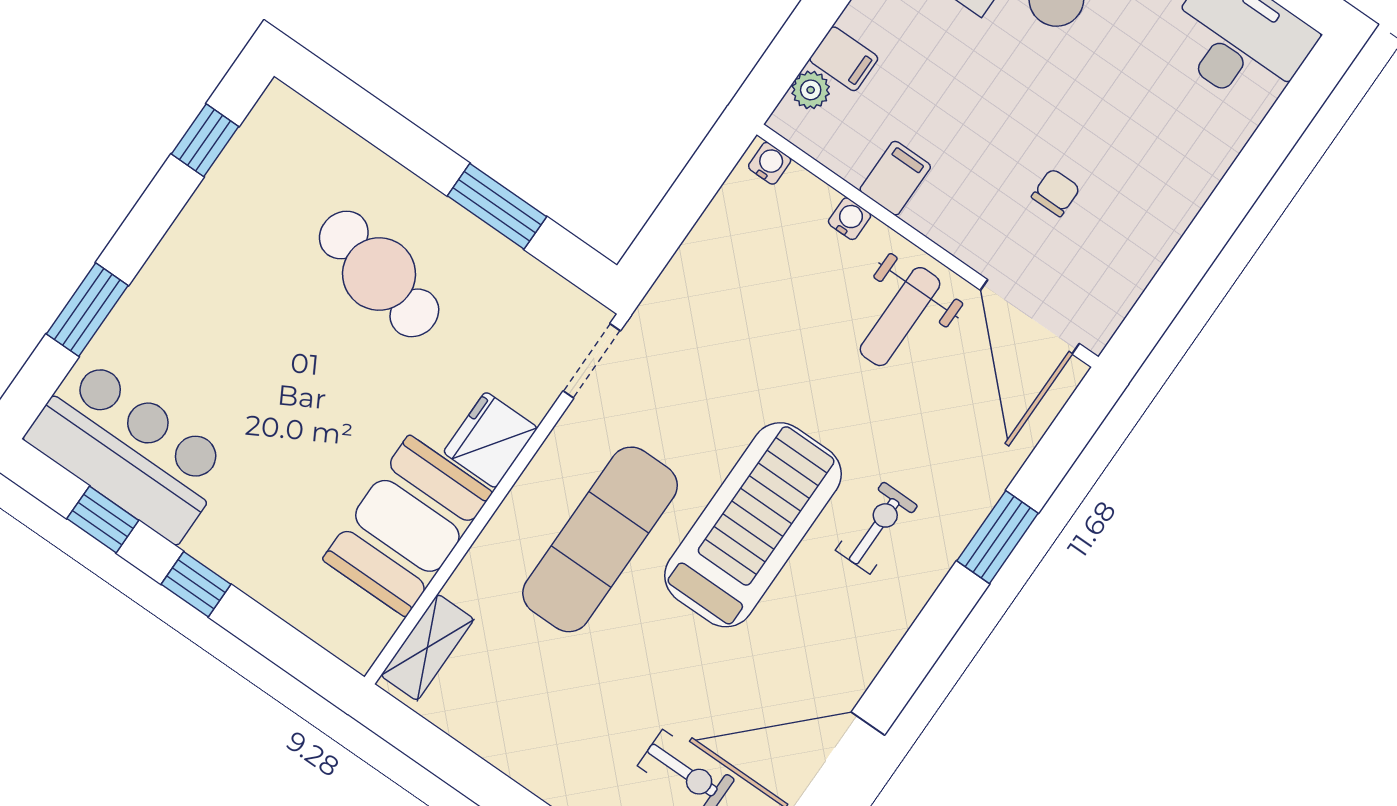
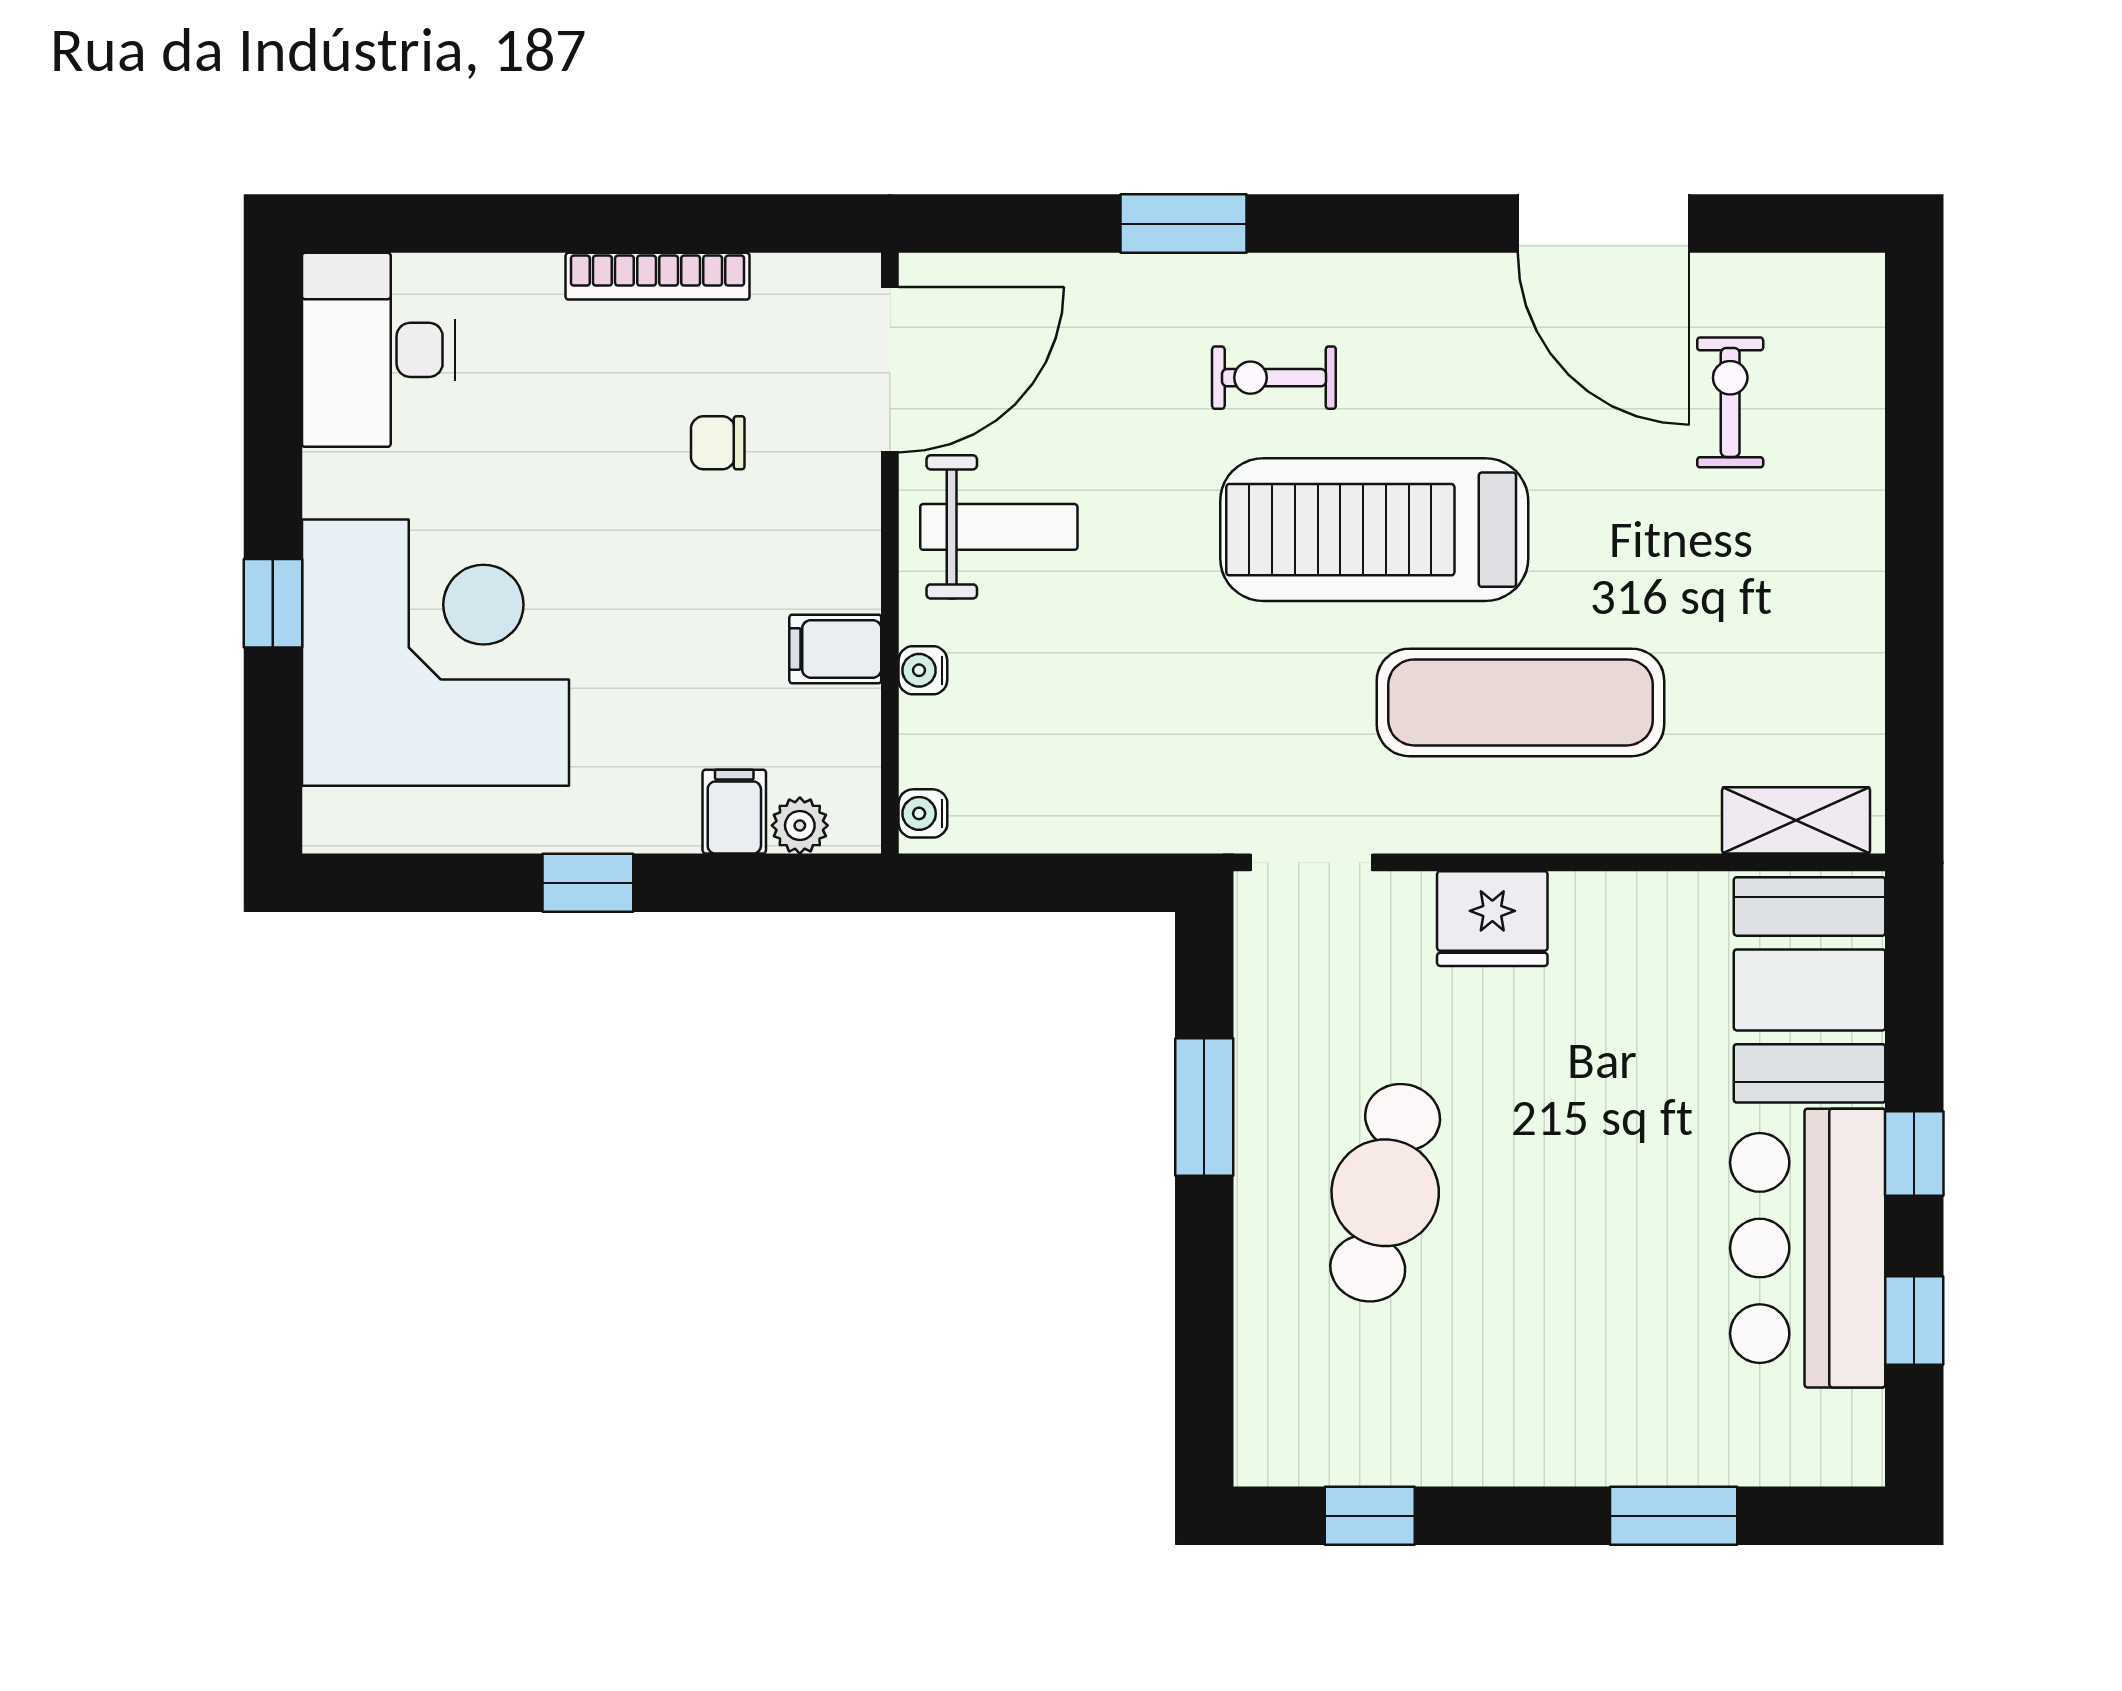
bookcase: (1172, 223) -> (658, 276), added
bar counter: (129, 450) -> (1808, 1248), moved
booth: (407, 526) -> (1810, 990), moved, turned 90

